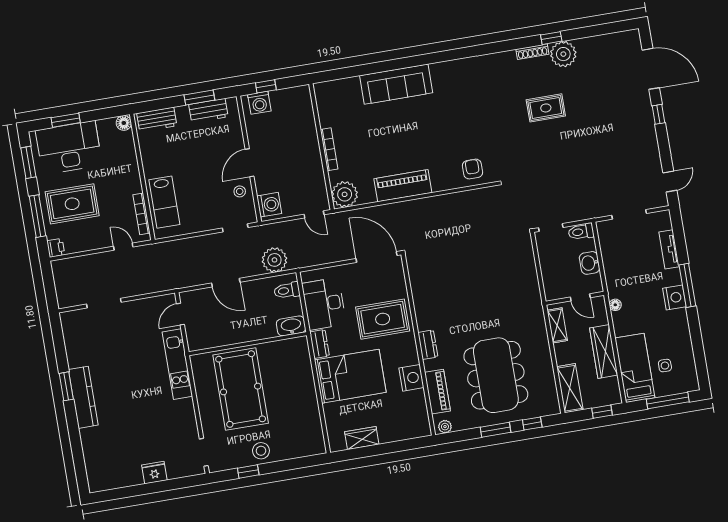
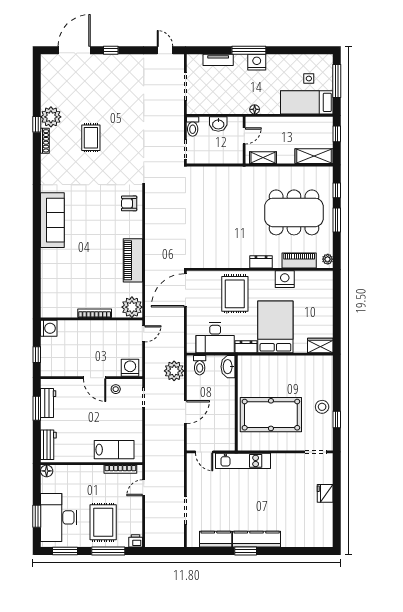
sofa: (396, 84) -> (52, 220), moved
washing machine: (259, 103) -> (49, 328), moved
kitchen counter: (75, 347) -> (216, 539), added
wardrobe: (604, 351) -> (290, 125), removed
wardrobe: (362, 438) -> (320, 345), moved, turned 90

